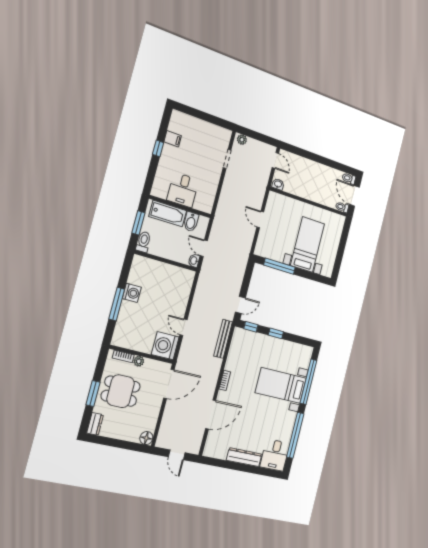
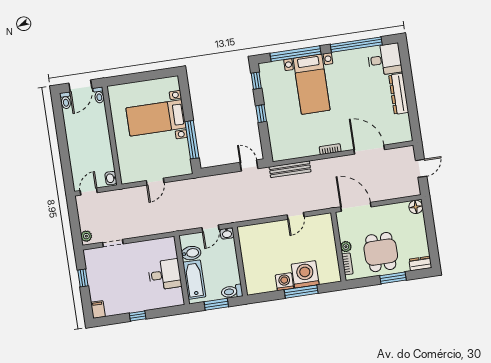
window: (210, 118) -> (83, 278), added
filing cabinet: (173, 139) -> (98, 309), moved
window: (251, 327) -> (256, 81), moved
washing machine: (165, 346) -> (305, 274), moved, turned 180

